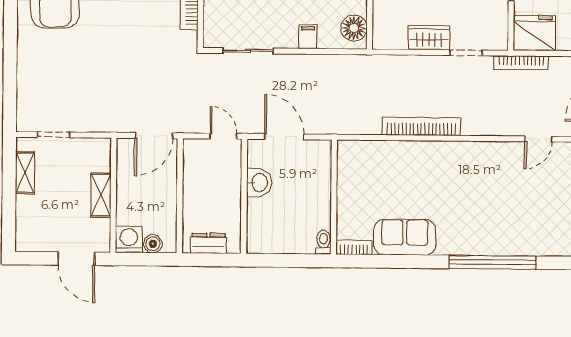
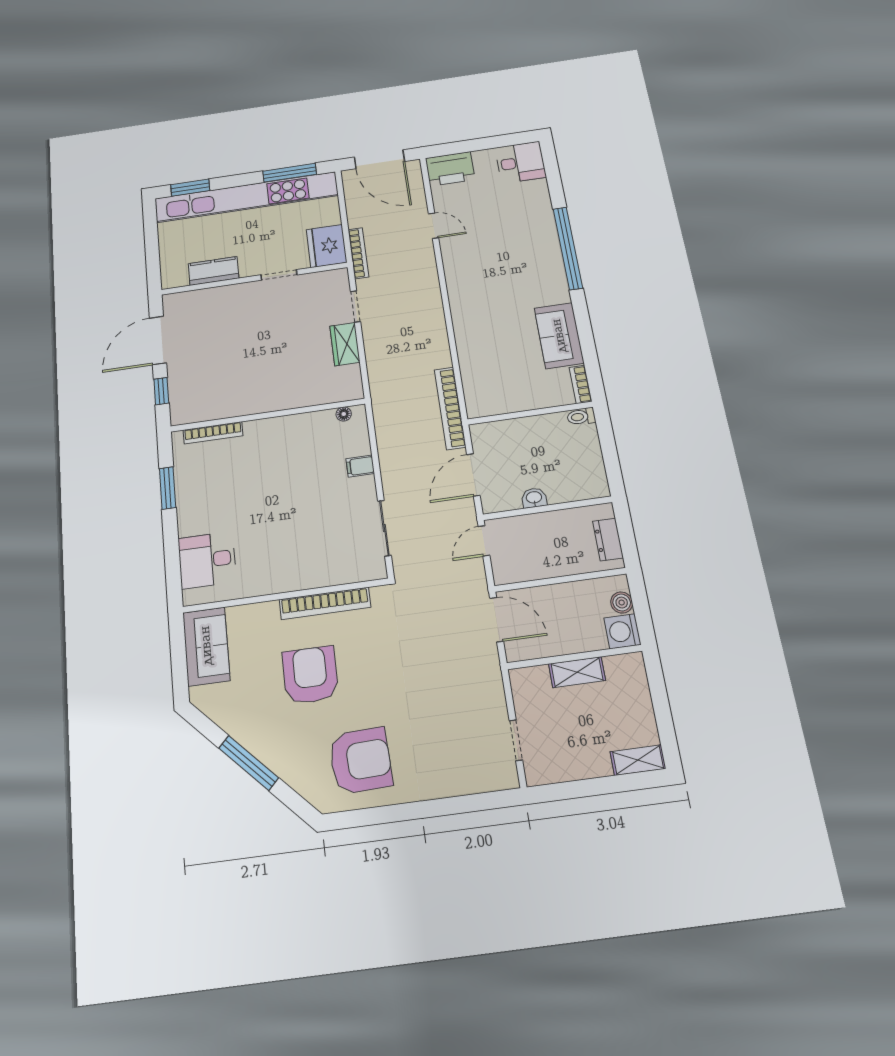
floor lamp: (354, 28) -> (344, 414), width x0.53, depth x0.53
bookcase: (421, 126) -> (450, 408), moved
shelving: (25, 173) -> (638, 760), moved
washbasin: (259, 183) -> (534, 498), width x0.72, depth x0.69
door: (76, 259) -> (658, 691), removed

